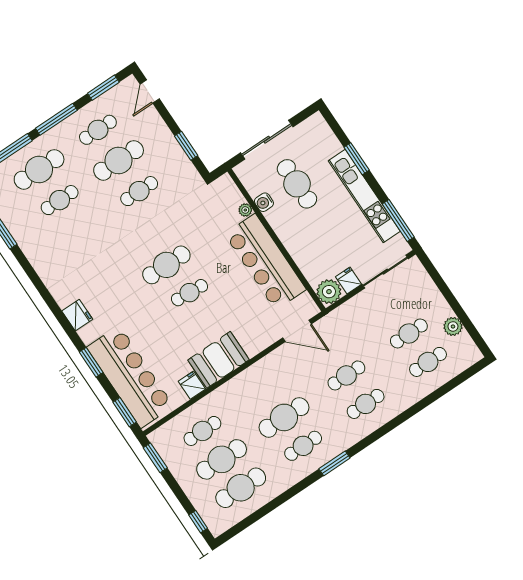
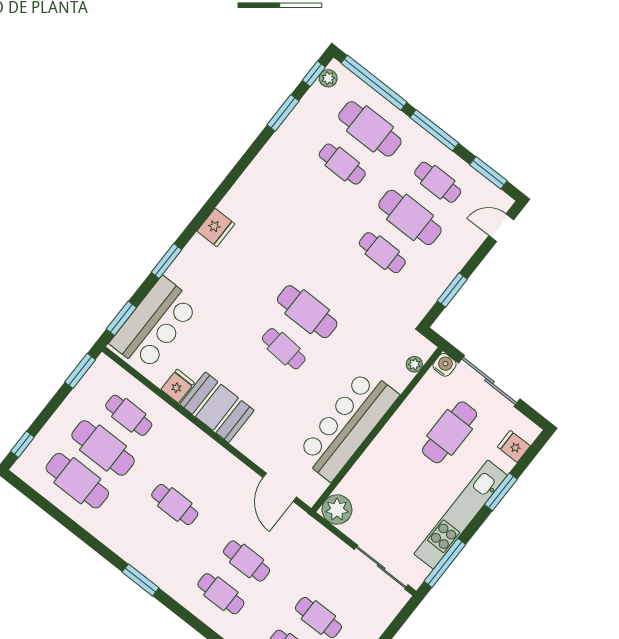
water cooler: (264, 202) -> (444, 365), moved, turned 90
plant: (245, 210) -> (414, 364), moved
fridge: (348, 281) -> (514, 446), moved, turned -90
bar counter: (130, 377) -> (155, 324), width x0.73
cafe table: (284, 417) -> (175, 505), width x0.73, depth x0.74
cafe table: (303, 446) -> (149, 537), removed

